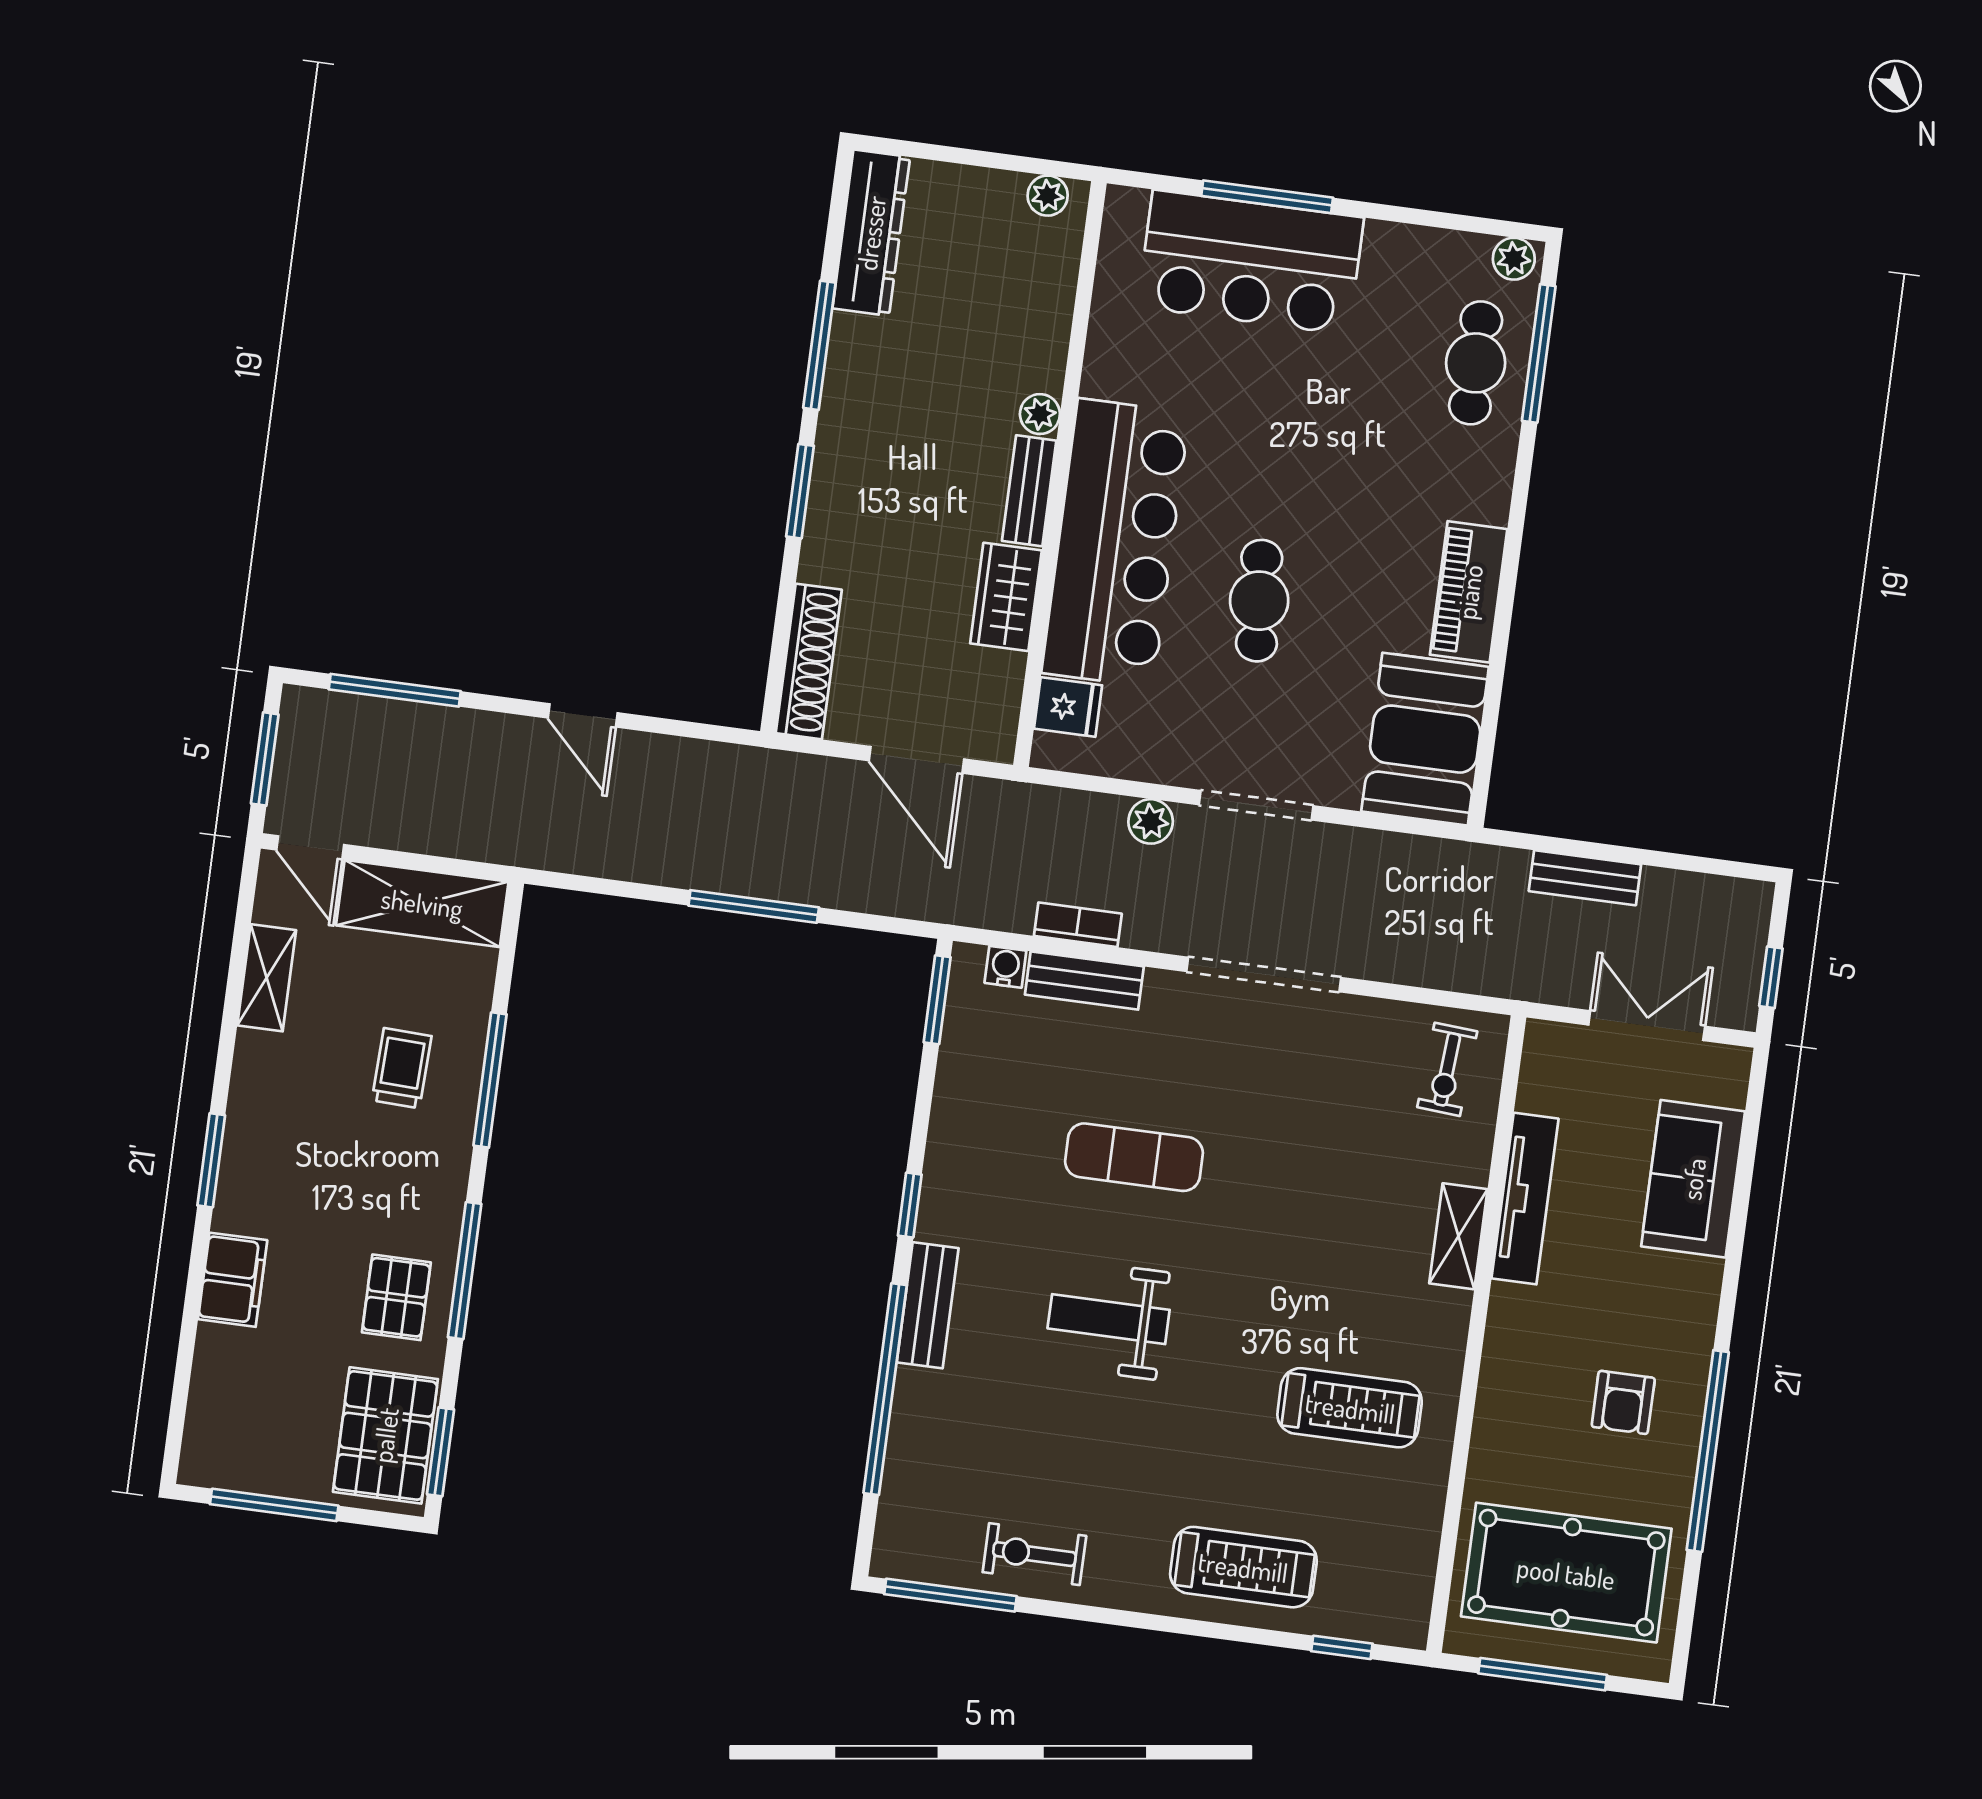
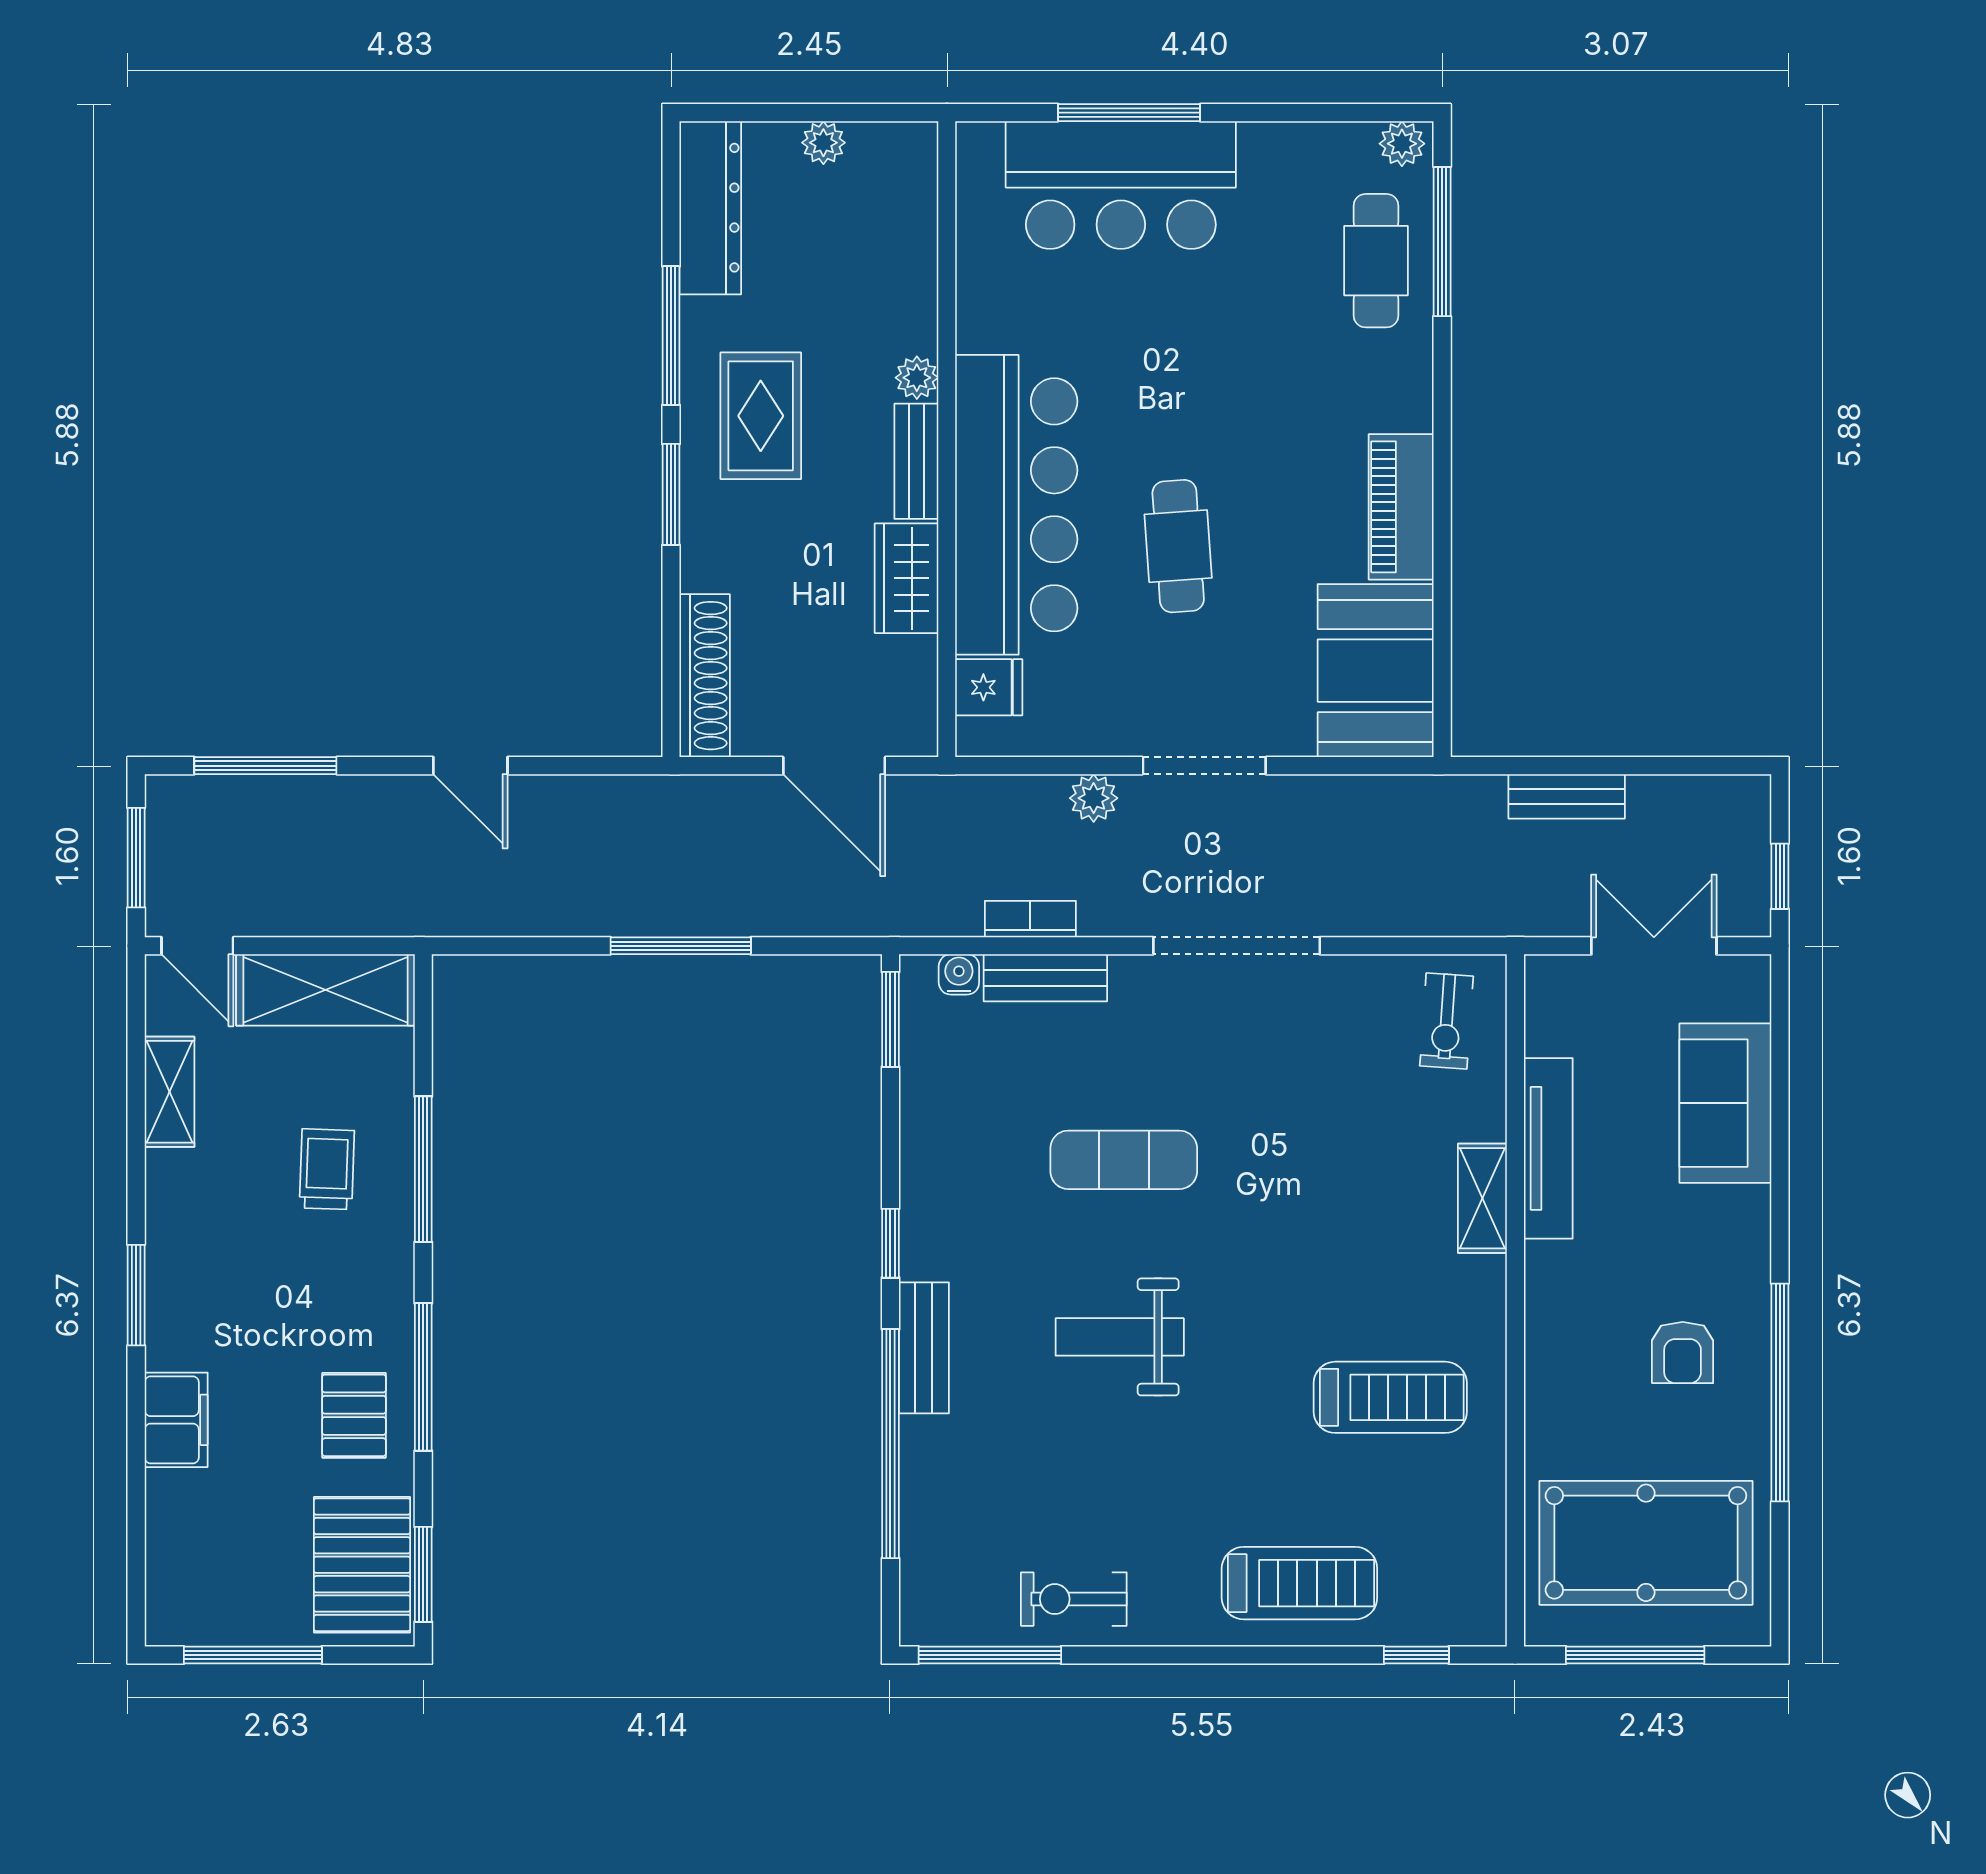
plant: (1048, 196) -> (823, 143), moved
rug: (892, 430) -> (761, 416), added

